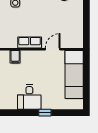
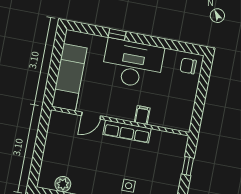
row of seats: (30, 42) -> (127, 132), width x1.48
desk: (29, 97) -> (133, 64), width x1.87, depth x1.30

